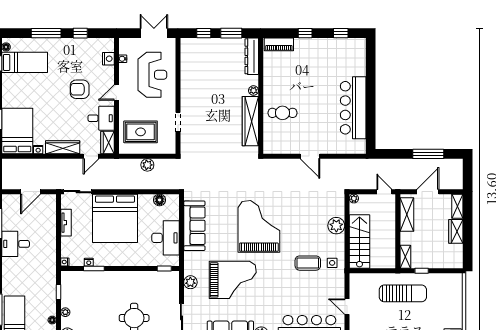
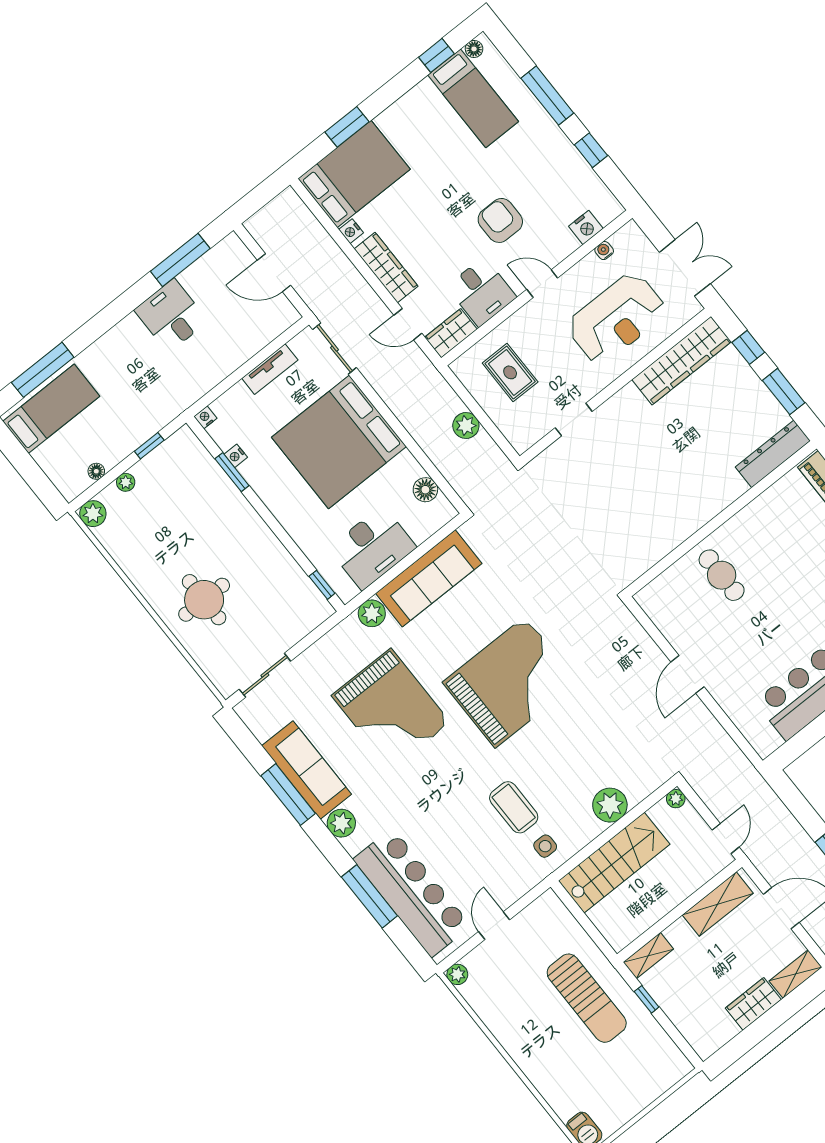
plant: (253, 90) -> (720, 500), removed
wardrobe: (250, 121) -> (682, 361), moved, turned 180
rug: (141, 132) -> (510, 372), width x0.73, depth x0.70
plant: (190, 282) -> (372, 613), moved

